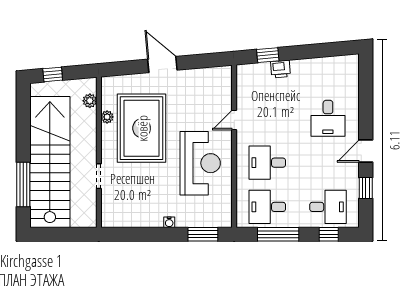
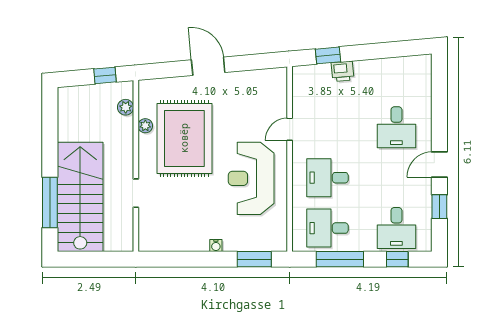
window: (53, 74) -> (105, 75), moved
stairs: (50, 162) -> (80, 197), width x0.73
reception desk: (200, 163) -> (251, 178), turned 180
desk: (328, 207) -> (396, 228), turned 90

